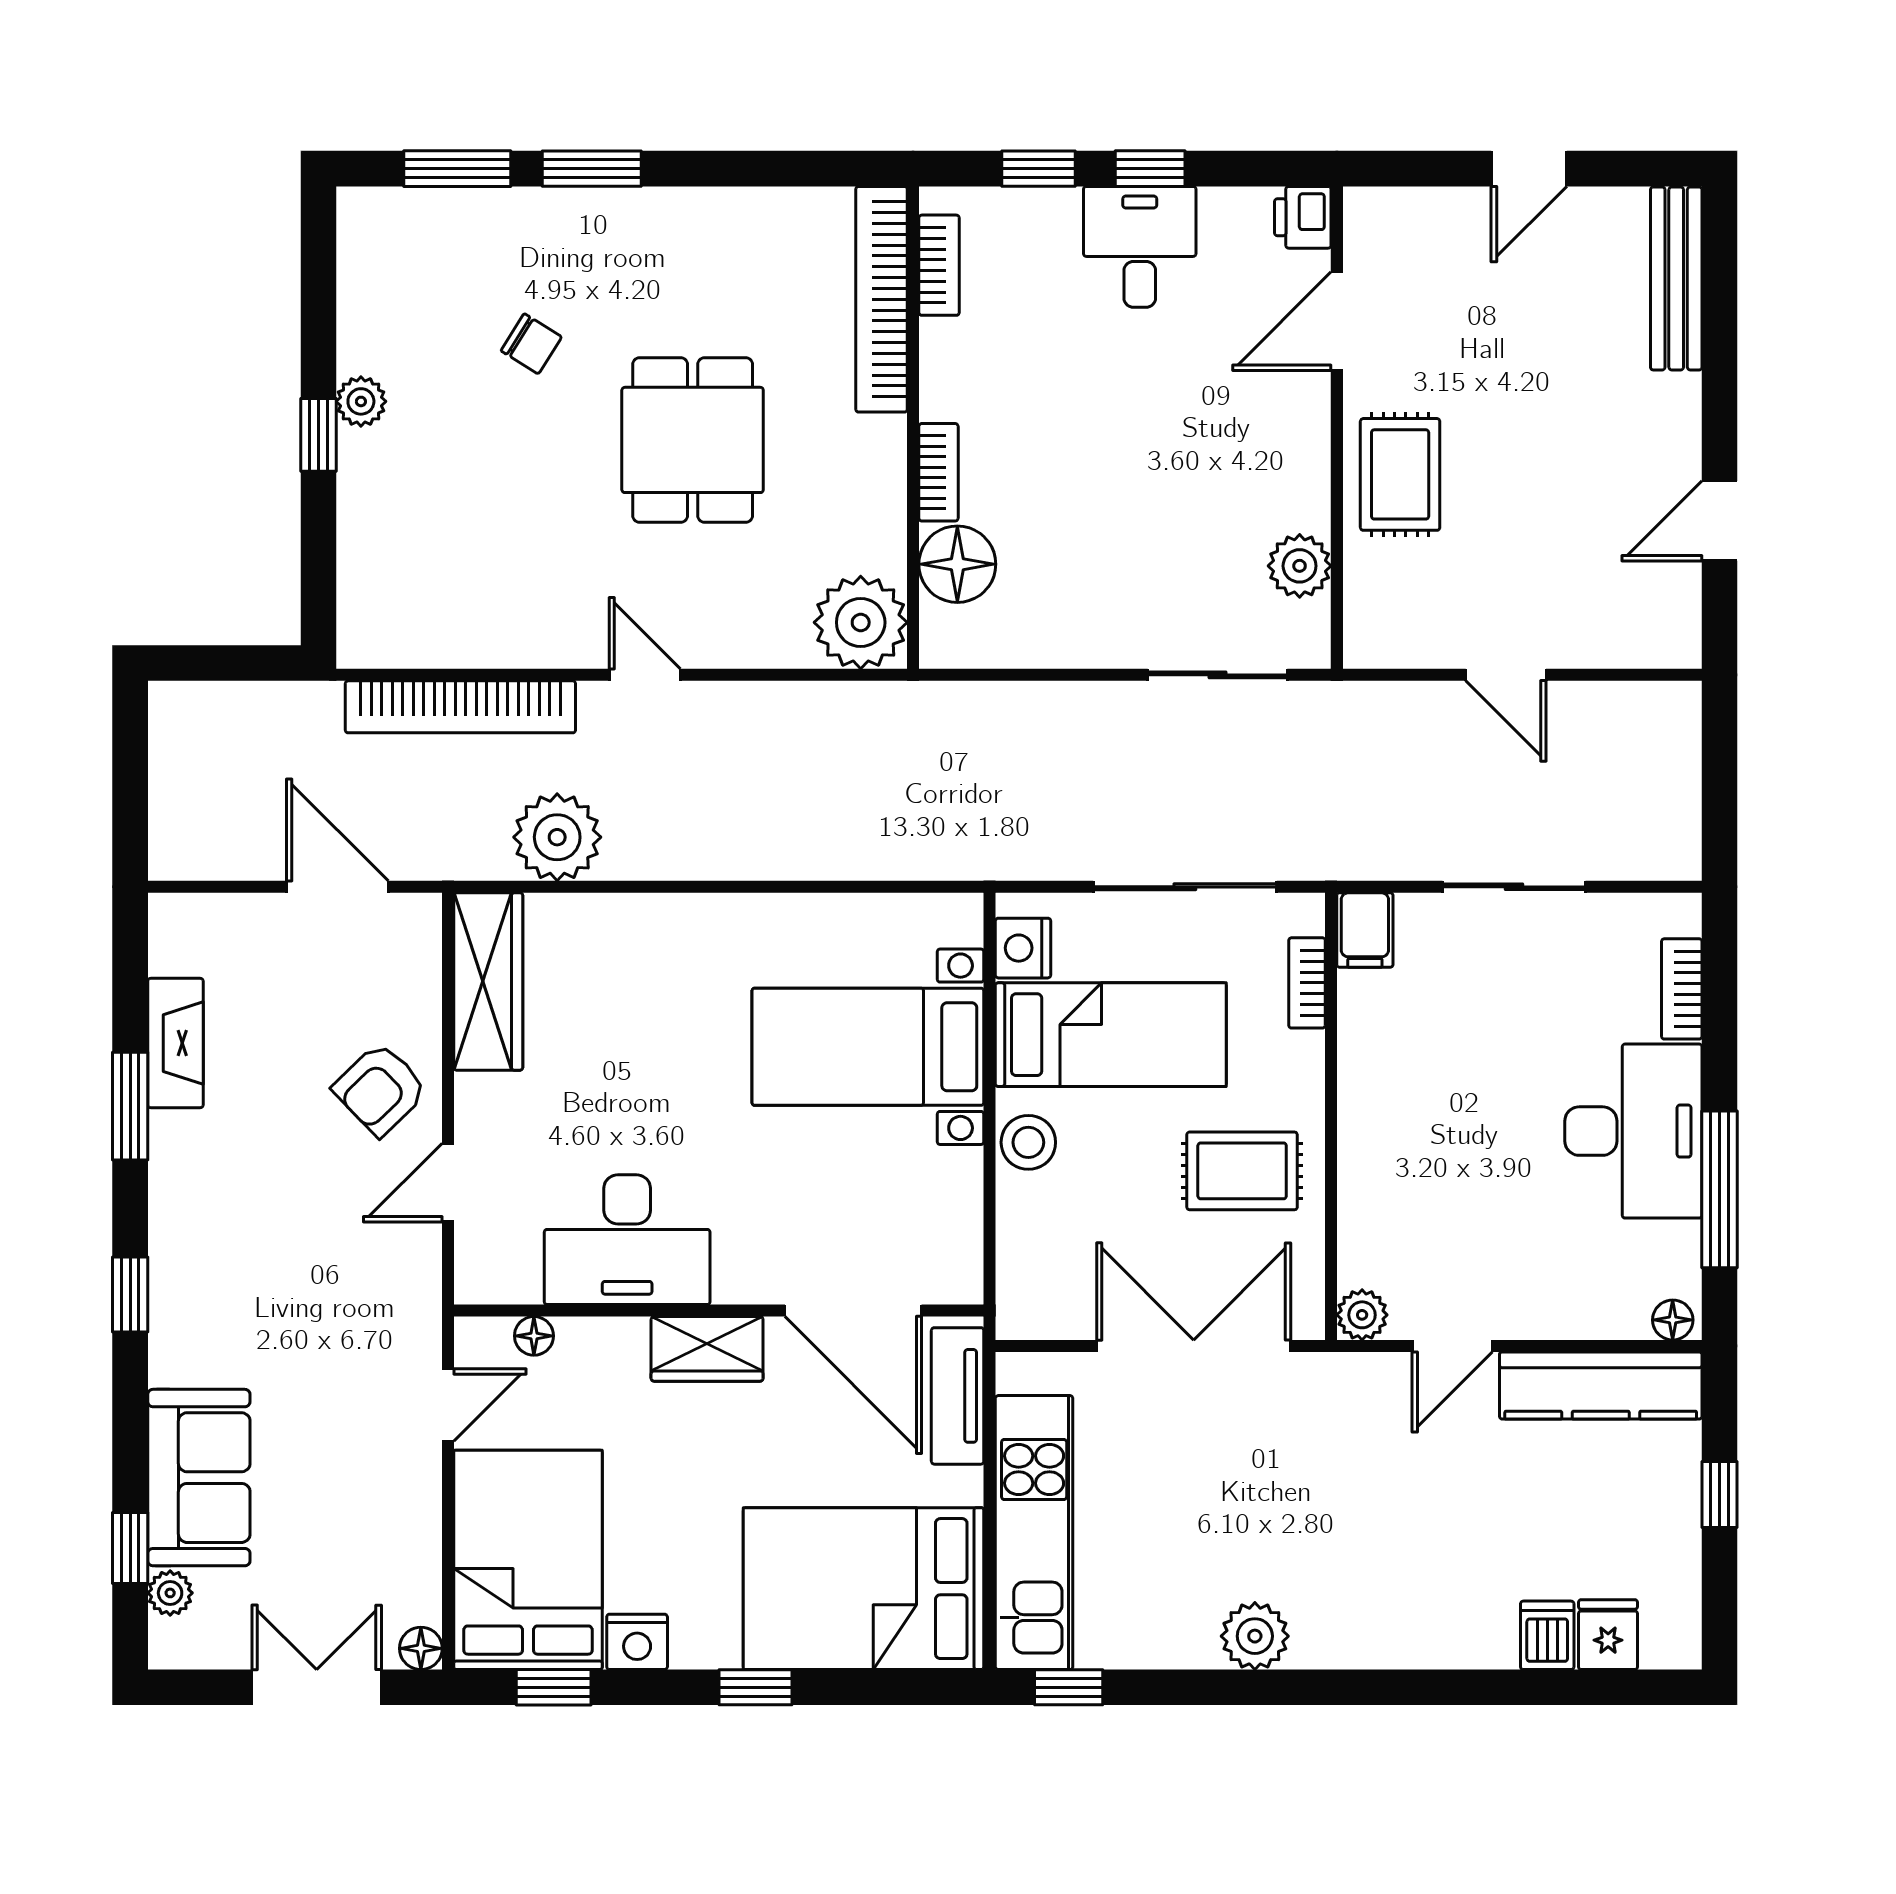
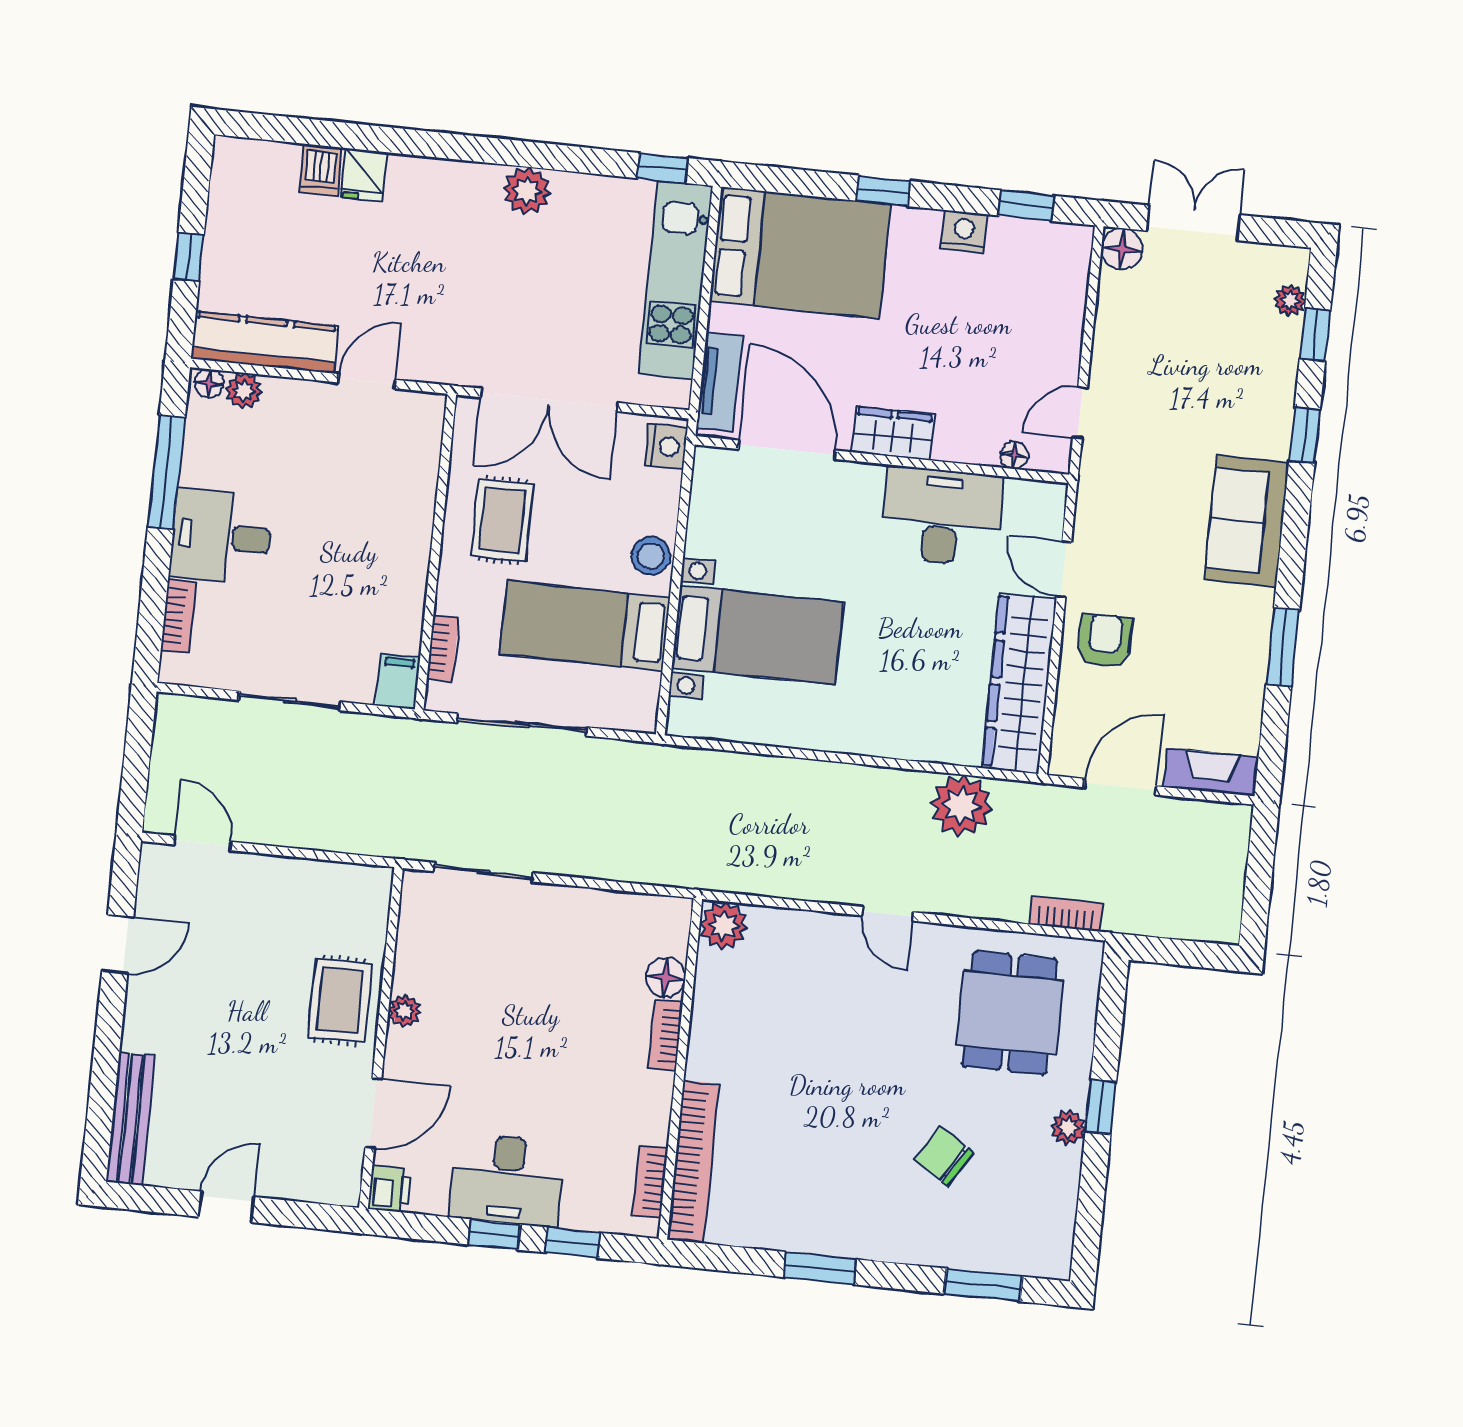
window: (592, 169) -> (820, 1268), moved
desk: (1140, 247) -> (507, 1180), width x1.37
chair: (531, 344) -> (944, 1156), width x1.37, depth x1.37
dining table: (693, 440) -> (1010, 1013), moved
floor lamp: (957, 564) -> (666, 977), width x0.73, depth x0.73
plant: (1300, 566) -> (404, 1011), moved, width x0.73, depth x0.73
plant: (861, 622) -> (724, 925), width x0.73, depth x0.73
door: (1506, 675) -> (203, 843), moved
bookcase: (460, 707) -> (1066, 914), width x0.43, depth x0.76
door: (337, 887) -> (1120, 787), swing flipped
nightstand: (1023, 948) -> (666, 446), moved
wardrobe: (488, 981) -> (1019, 683), width x1.40, depth x1.17
fireplace: (175, 1043) -> (1211, 772), moved, turned 90
armchair: (380, 1089) -> (1105, 641), turned -46
desk: (1633, 1131) -> (221, 536), width x0.73
rug: (1242, 1171) -> (502, 520), turned 90
door: (448, 1183) -> (1064, 570), swing flipped
window: (130, 1295) -> (1305, 435), moved
plant: (1362, 1315) -> (244, 391), moved
sofa: (199, 1478) -> (1247, 521), moved
bed: (528, 1560) -> (1035, 297), removed
fridge: (1608, 1635) -> (363, 175), moved
floor lamp: (421, 1648) -> (1122, 249), width x1.37, depth x1.37
double door: (317, 1687) -> (1193, 223), swing flipped

